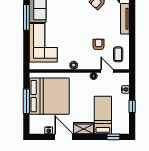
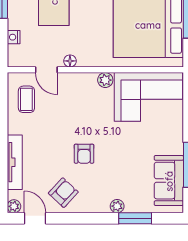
corner sofa: (43, 43) -> (149, 97), moved, turned -90
armchair: (99, 45) -> (84, 154), moved

